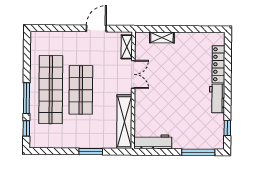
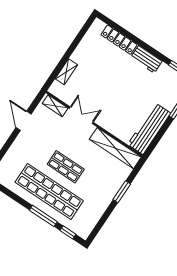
shop shelf: (81, 90) -> (66, 167), width x0.70, depth x0.74
workbench: (153, 142) -> (149, 129), width x1.36, depth x1.32

